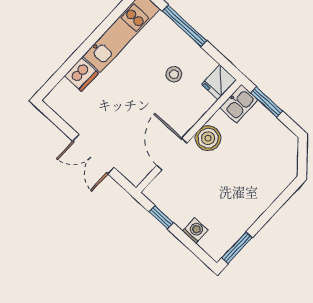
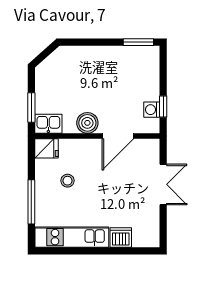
washing machine: (195, 231) -> (152, 110), moved

